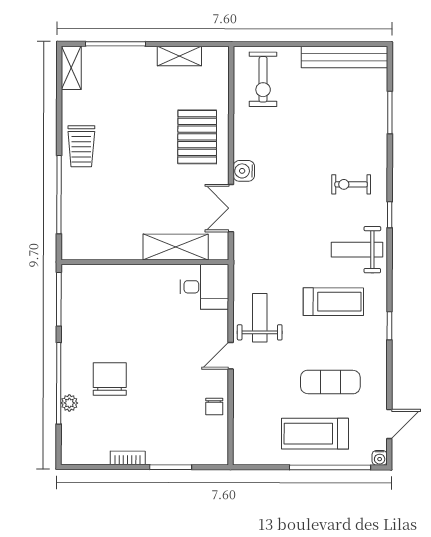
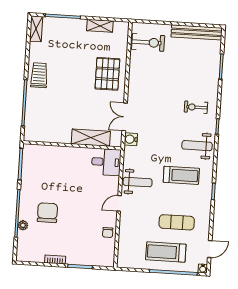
exercise bike: (263, 79) -> (148, 42), turned -90
trolley: (81, 146) -> (39, 75), turned 180
water cooler: (244, 171) -> (131, 139), moved
weight bench: (260, 318) -> (138, 182), turned 90

